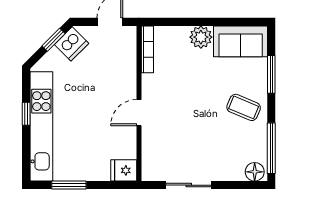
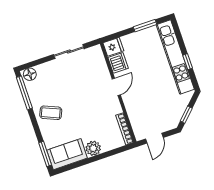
dishwasher: (72, 44) -> (118, 63), moved, turned 135
window: (271, 74) -> (45, 154), moved

